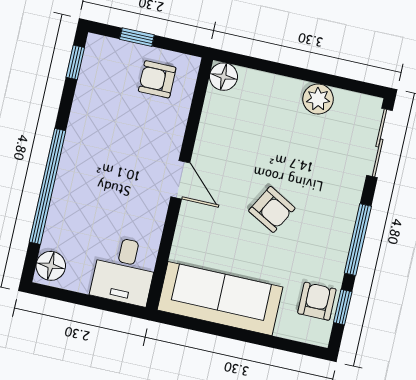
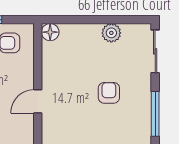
door: (180, 180) -> (38, 101), swing flipped
armchair: (272, 209) -> (109, 93), moved, turned -119

